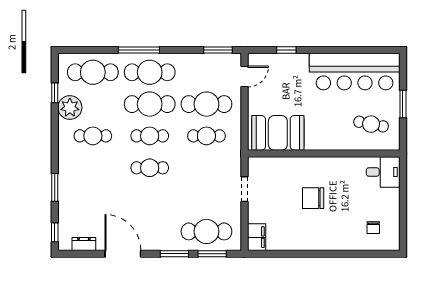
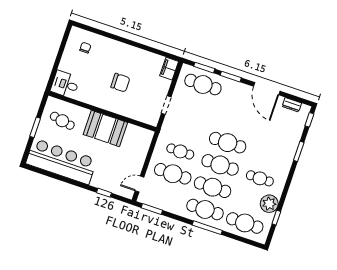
booth: (278, 133) -> (105, 128), moved
cafe table: (150, 136) -> (220, 165), width x1.37, depth x1.35
cafe table: (150, 168) -> (228, 143), width x1.37, depth x1.35

